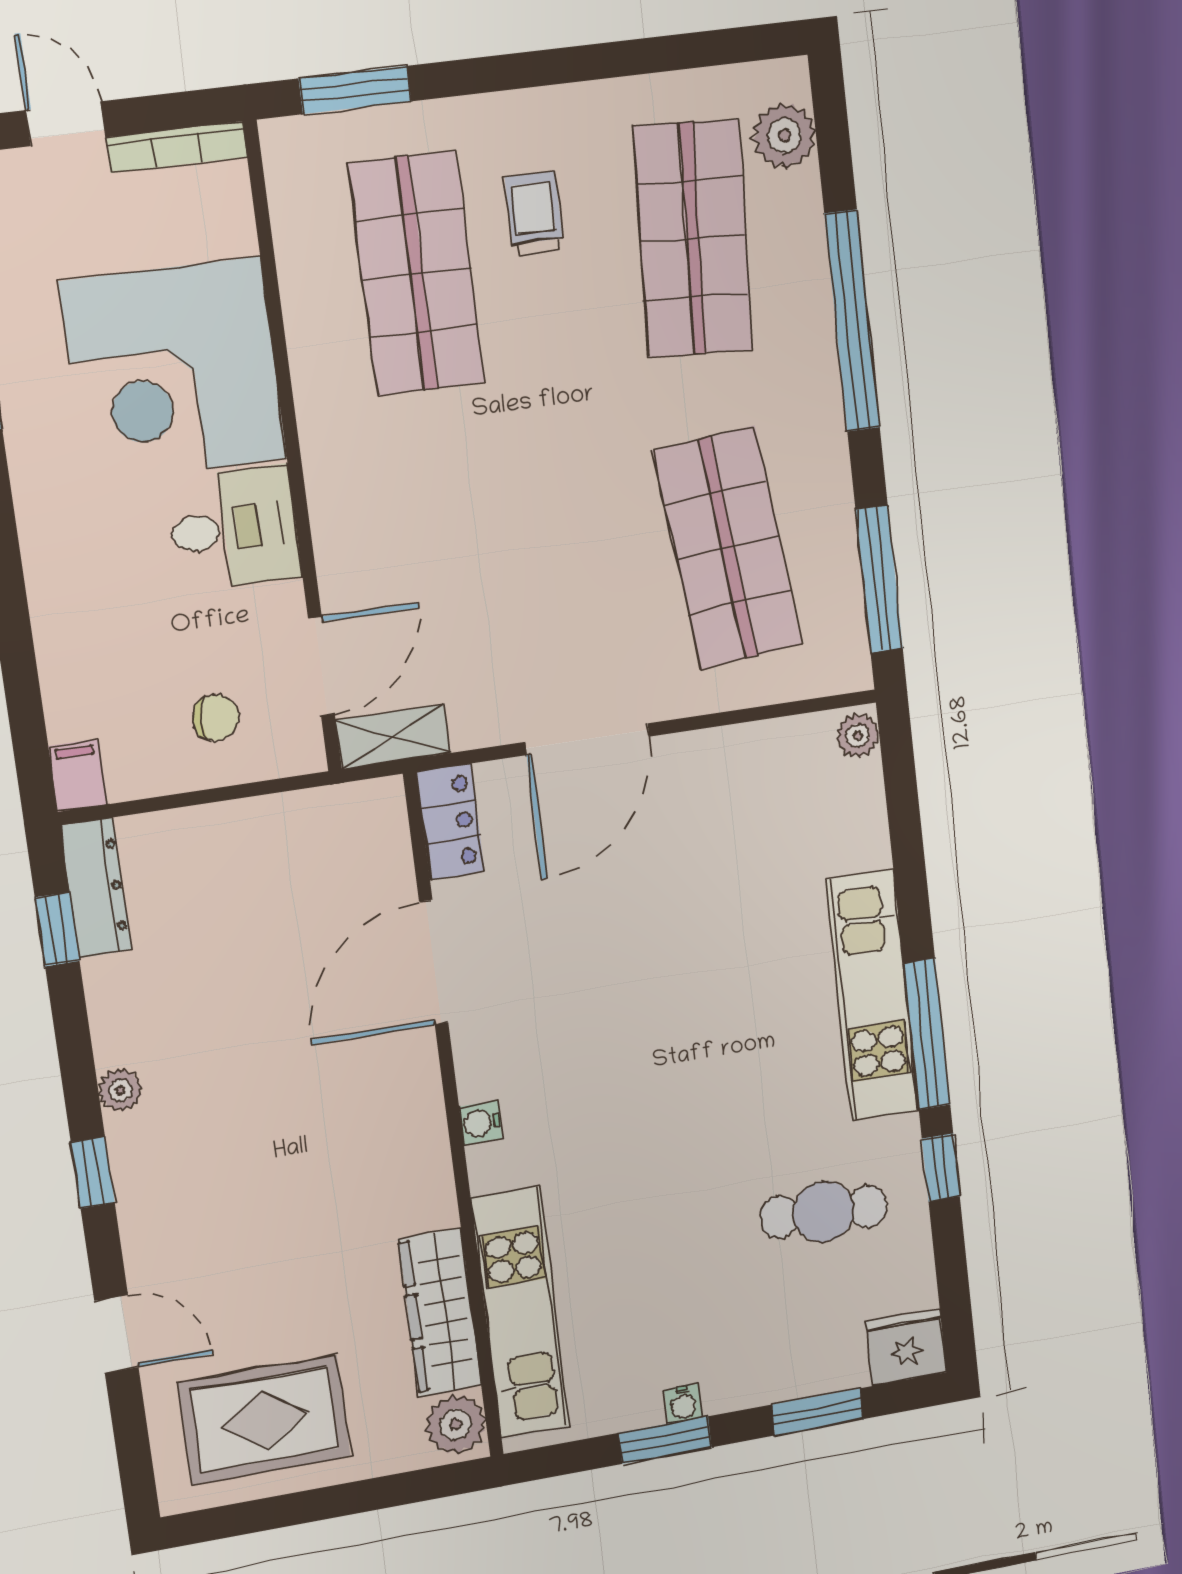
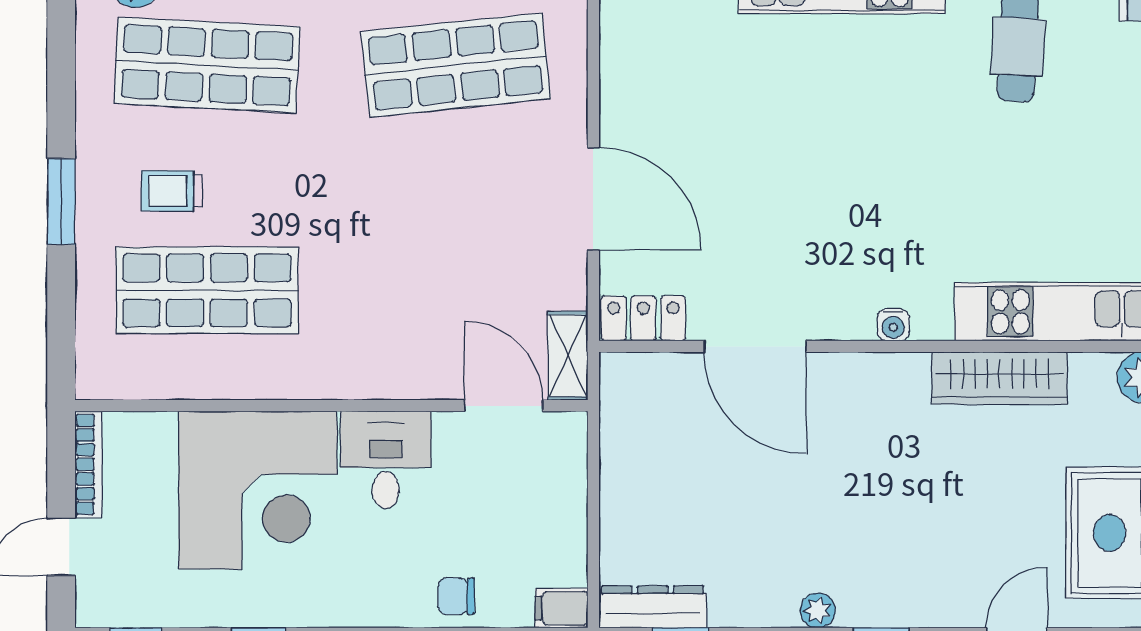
window: (355, 90) -> (61, 202), moved
chair: (216, 718) -> (456, 596), moved, turned -90
wardrobe: (440, 1312) -> (1000, 378), moved

